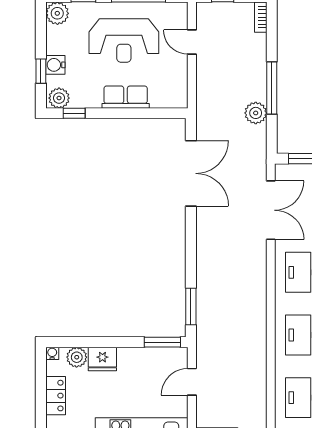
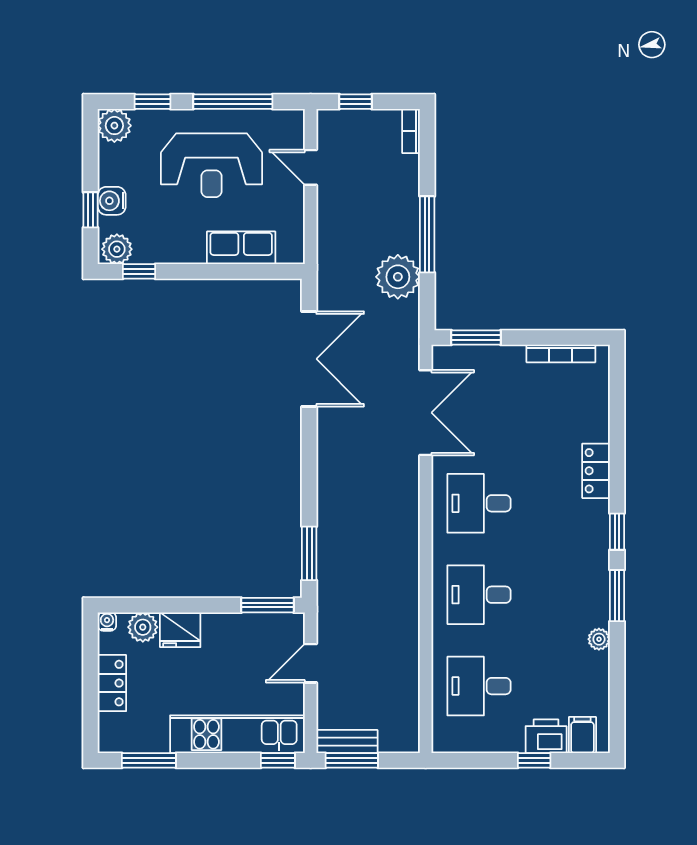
row of seats: (126, 97) -> (241, 248), moved
plant: (256, 113) -> (398, 277), width x1.36, depth x1.36

